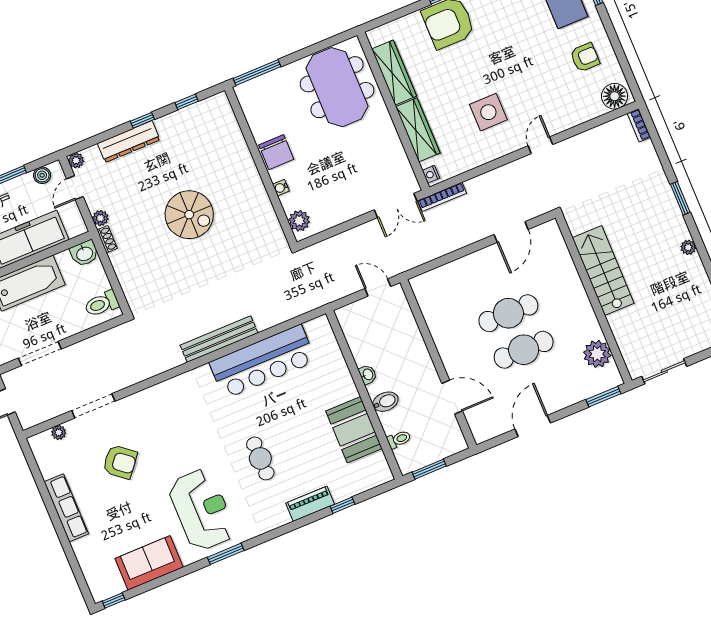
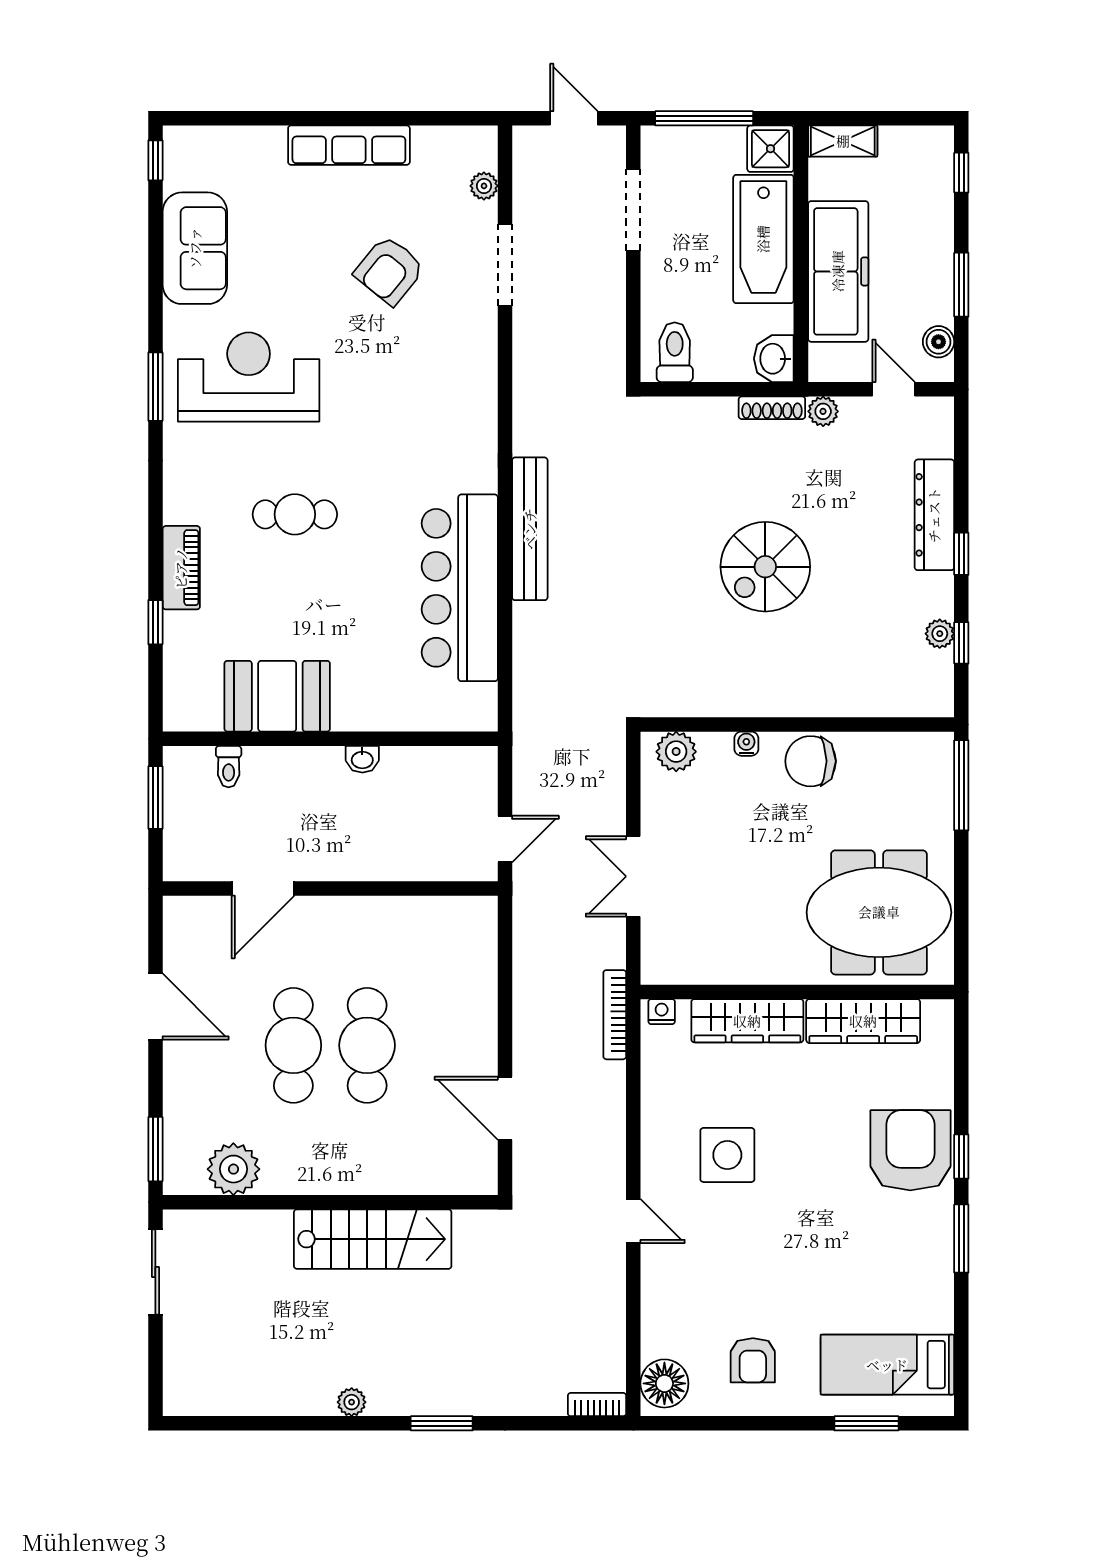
plant: (76, 160) -> (940, 634), moved
double door: (396, 205) -> (633, 876), moved
shoe rack: (107, 239) -> (772, 408), width x1.43
bidet: (385, 402) -> (303, 770), removed
reception desk: (202, 510) -> (249, 377), turned 180

